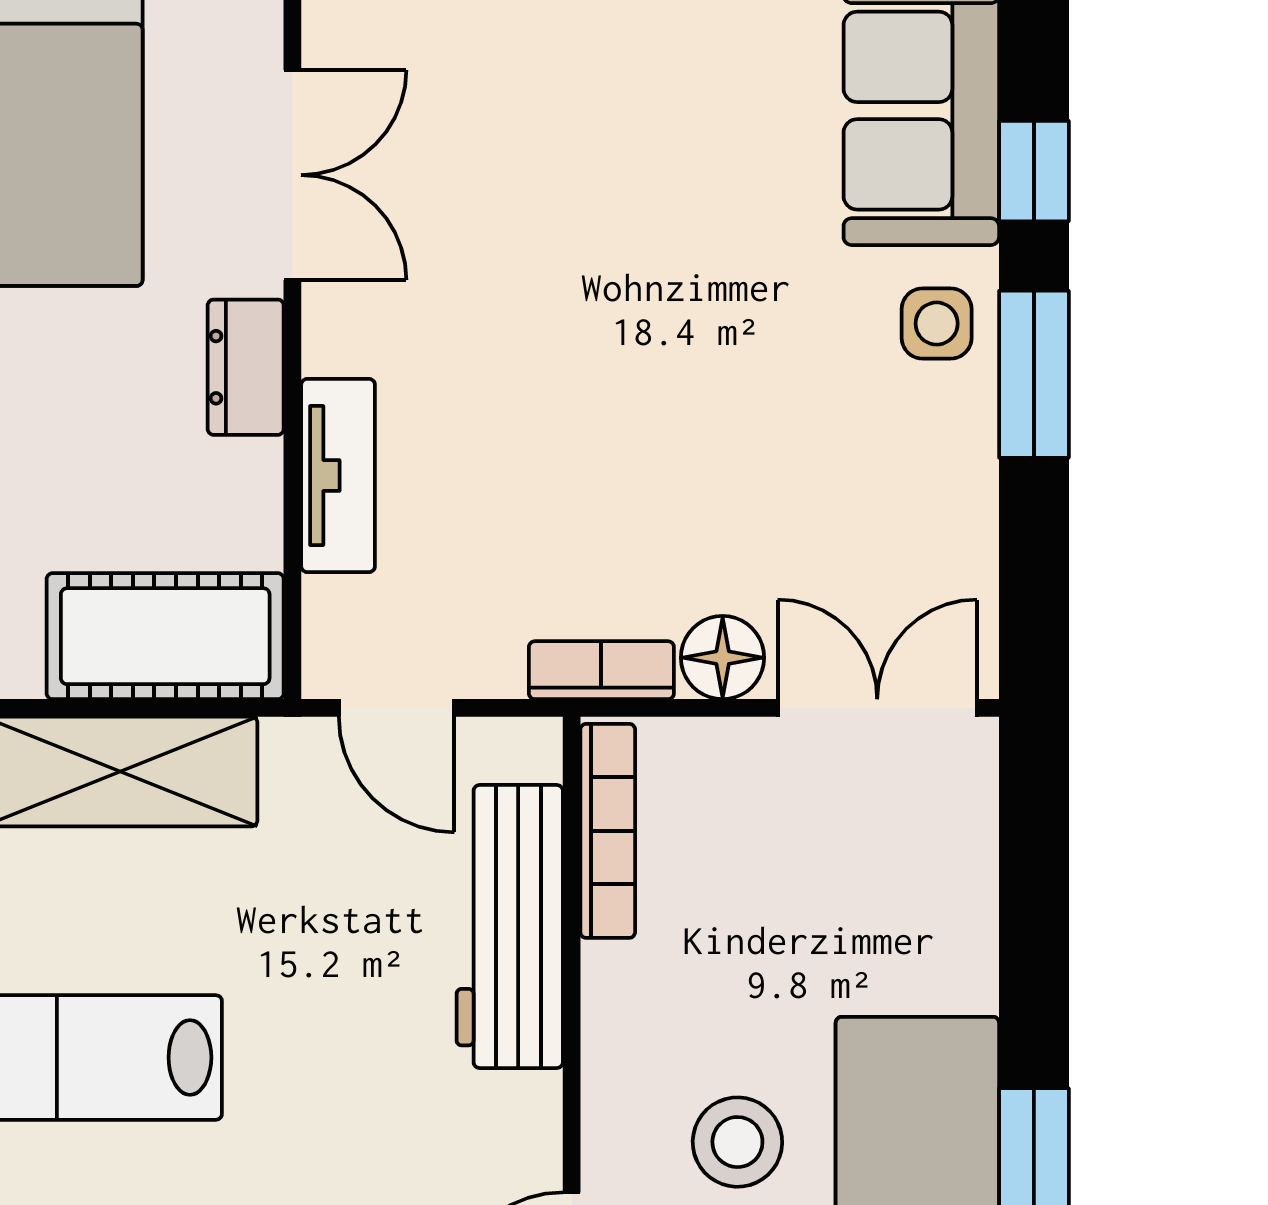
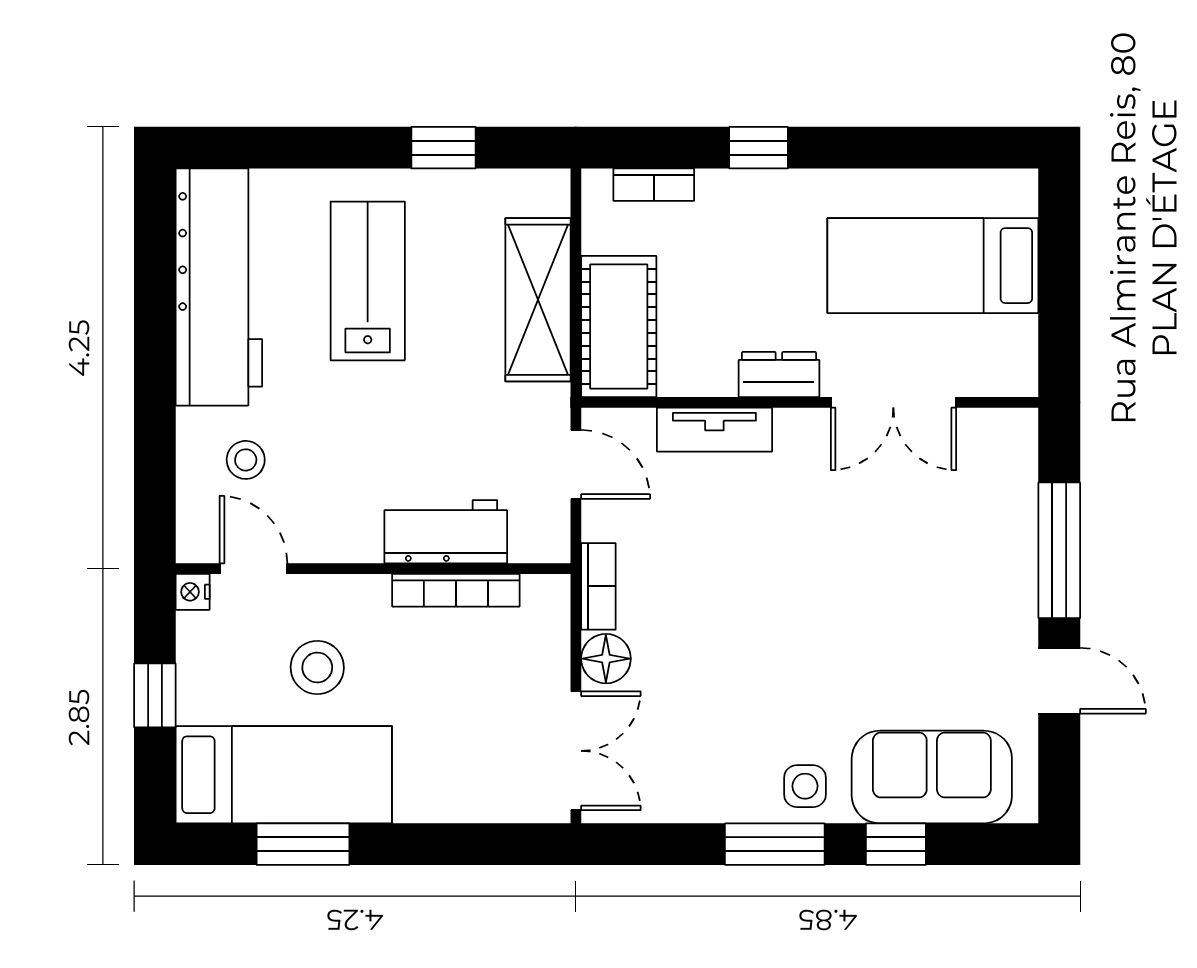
door: (397, 708) -> (576, 464), swing flipped
bookcase: (608, 831) -> (456, 590), moved
workbench: (510, 927) -> (446, 532), width x0.73

